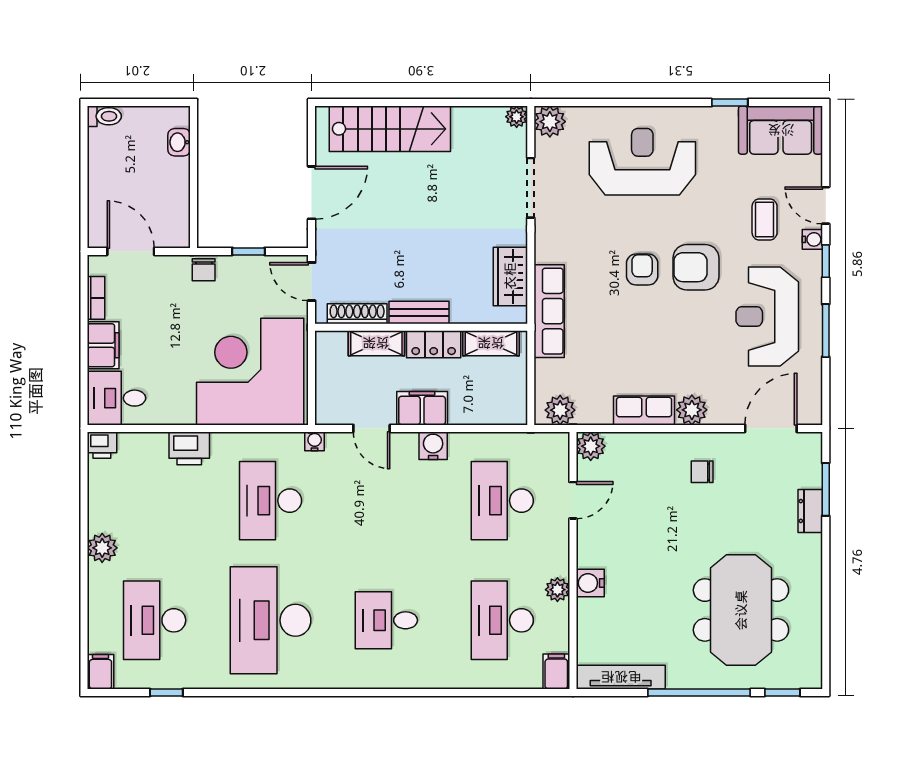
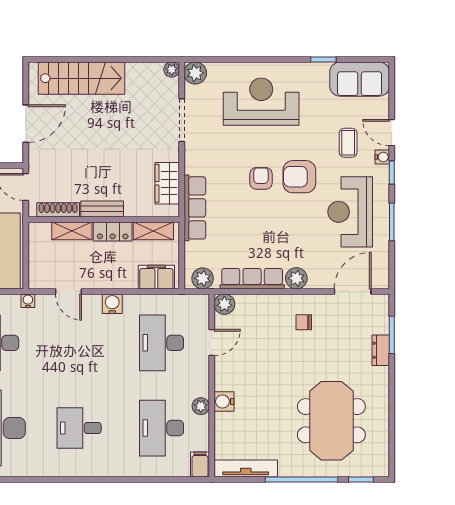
filing cabinet: (422, 408) -> (156, 277), moved
row of seats: (644, 411) -> (252, 279), width x1.48

